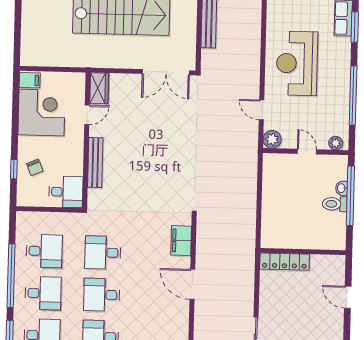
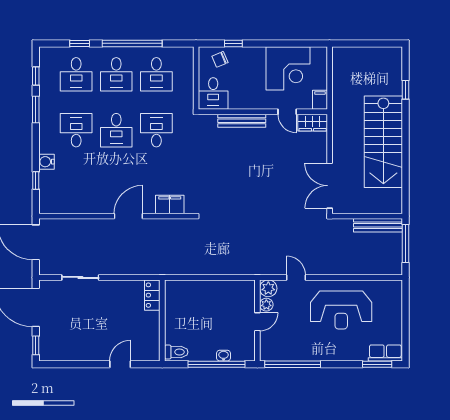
reception desk: (297, 63) -> (341, 310), turned 180
filing cabinet: (30, 80) -> (320, 100), moved, turned 180
window: (353, 96) -> (293, 364), moved
door: (261, 110) -> (296, 277), hinge flipped
plant: (336, 143) -> (266, 305), moved
chair: (35, 167) -> (220, 59), moved
toilet: (335, 204) -> (176, 352), moved, turned 90
locker: (285, 262) -> (152, 295), width x0.66
desk: (102, 295) -> (116, 130), turned 180

